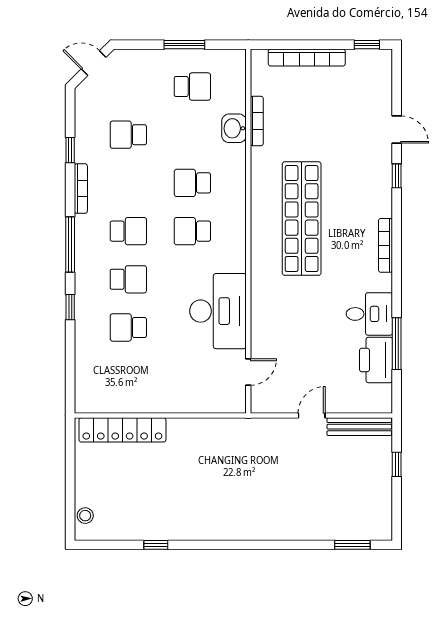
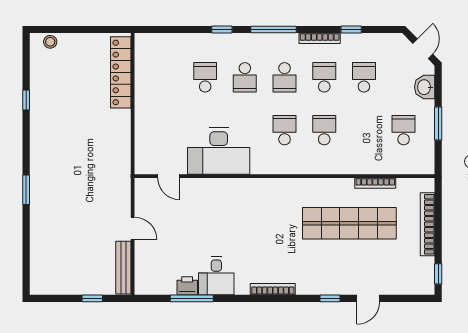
school desk: (192, 87) -> (404, 130), turned 180
washbasin: (234, 128) -> (425, 87), moved, turned -90
school desk: (128, 183) -> (324, 77), added
shop shelf: (302, 219) -> (349, 223), moved
printer: (376, 360) -> (187, 286), width x0.53, depth x0.68
window: (352, 545) -> (26, 190), moved

